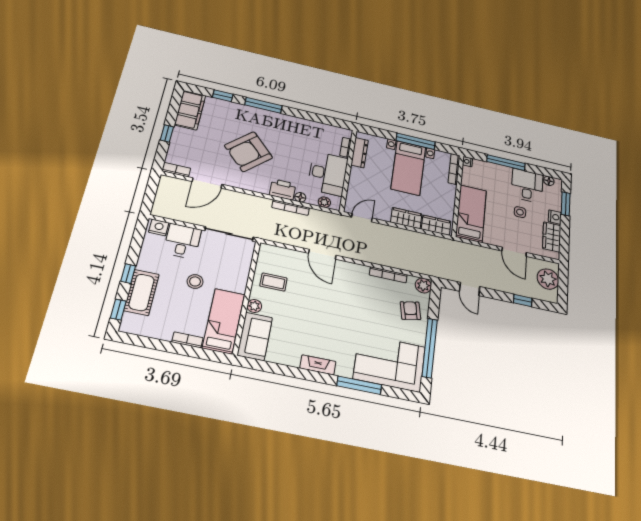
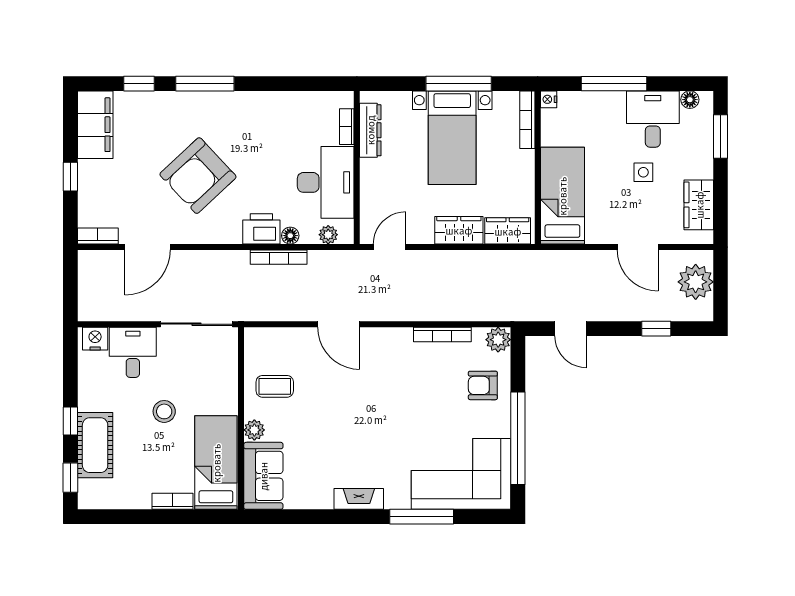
nightstand: (555, 217) -> (703, 166), removed
armchair: (410, 311) -> (483, 385), turned -78

